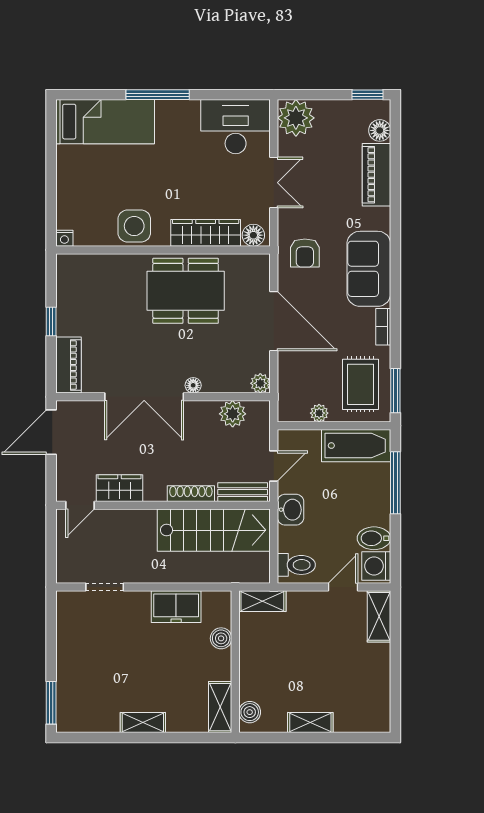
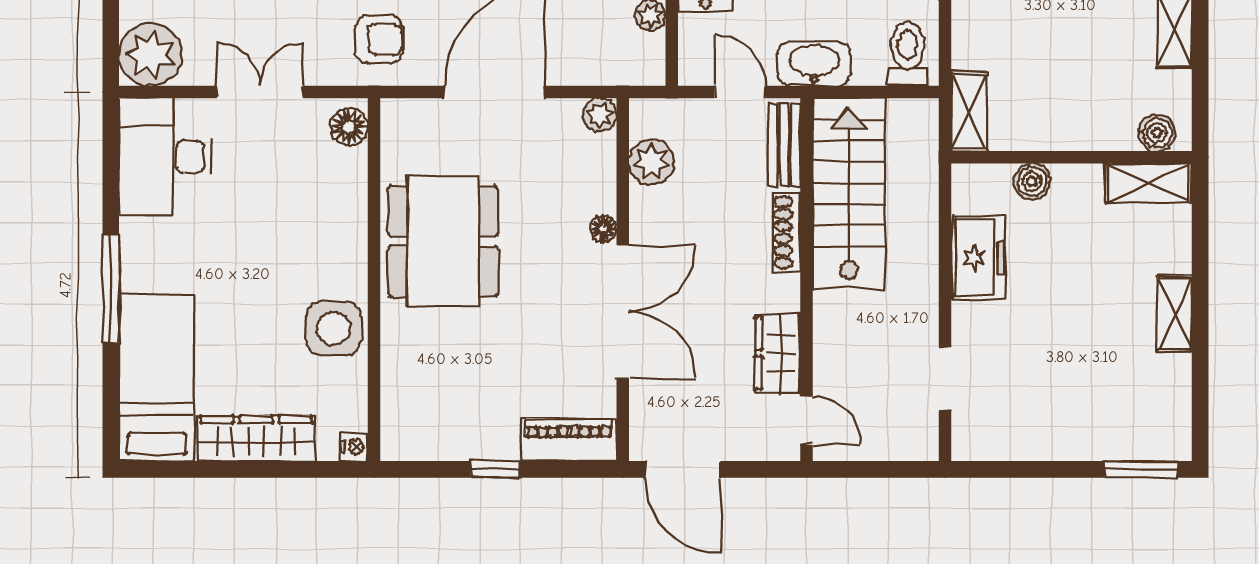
wardrobe: (206, 233) -> (256, 438), moved, turned 90
washbasin: (291, 510) -> (814, 64), width x1.38

